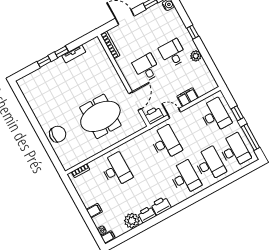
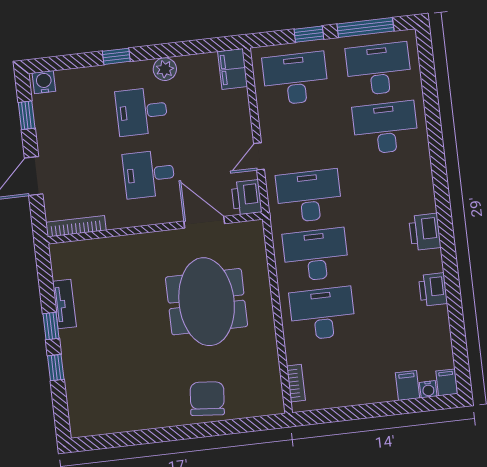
filing cabinet: (188, 97) -> (233, 69), moved
desk: (185, 178) -> (316, 255), moved
printer: (161, 206) -> (425, 232), moved
filing cabinet: (94, 211) -> (407, 385), moved
plant: (132, 221) -> (434, 323), removed

